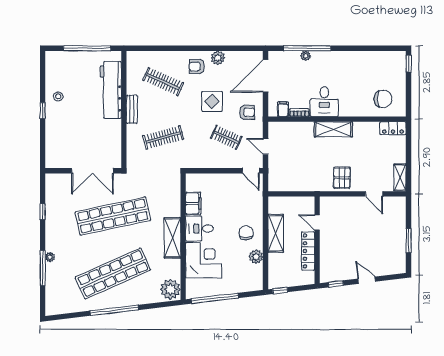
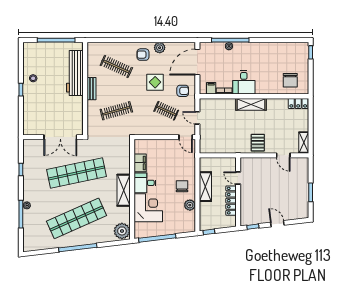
chair: (383, 99) -> (290, 80), turned 90

